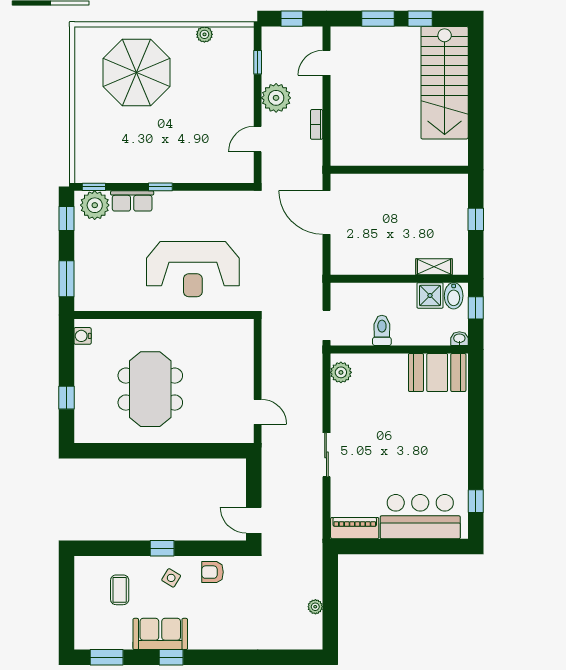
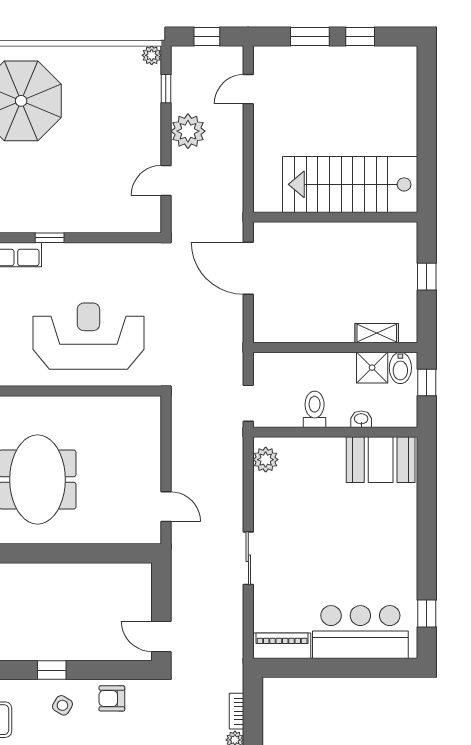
plant: (204, 34) -> (152, 55), moved
stairs: (445, 83) -> (350, 184), moved, turned 90
bookcase: (317, 124) -> (237, 711), moved
reception desk: (193, 269) -> (88, 336), turned 180
washbasin: (459, 339) -> (361, 419), moved

